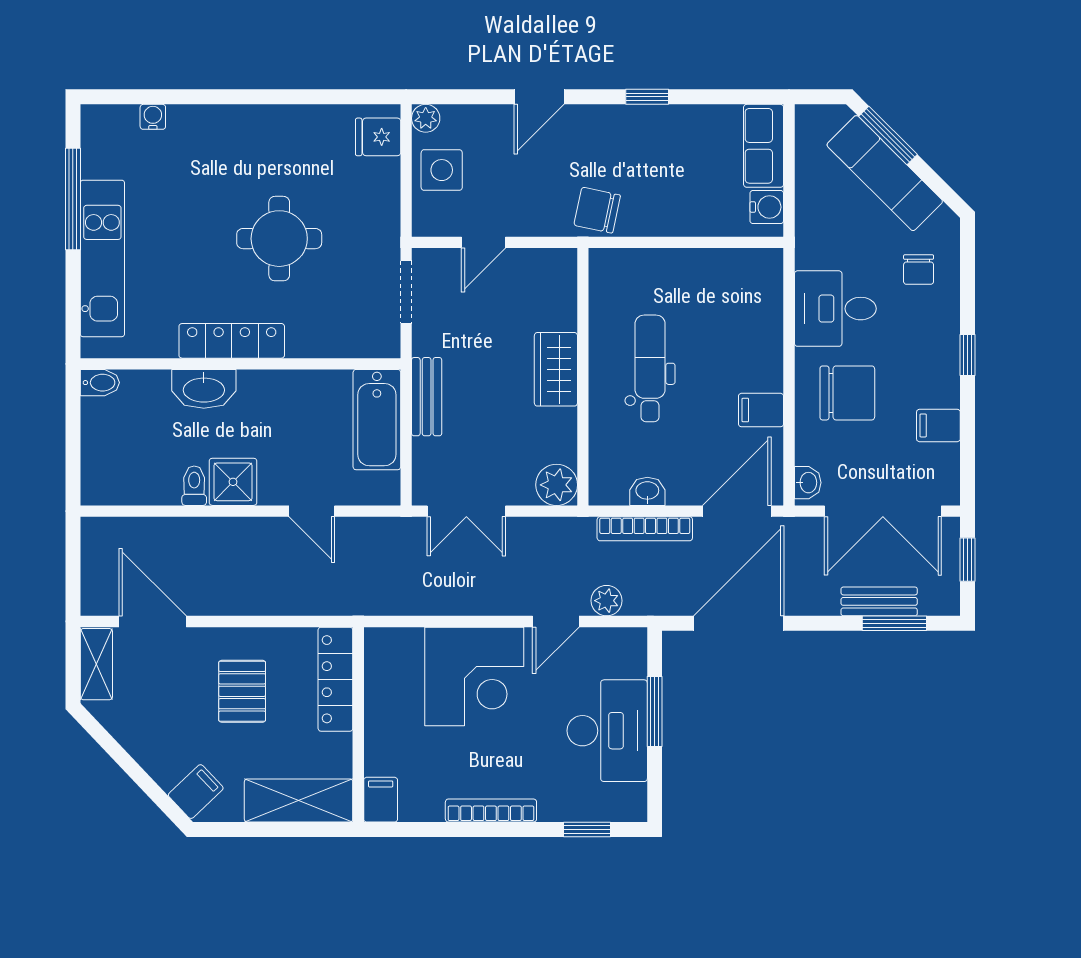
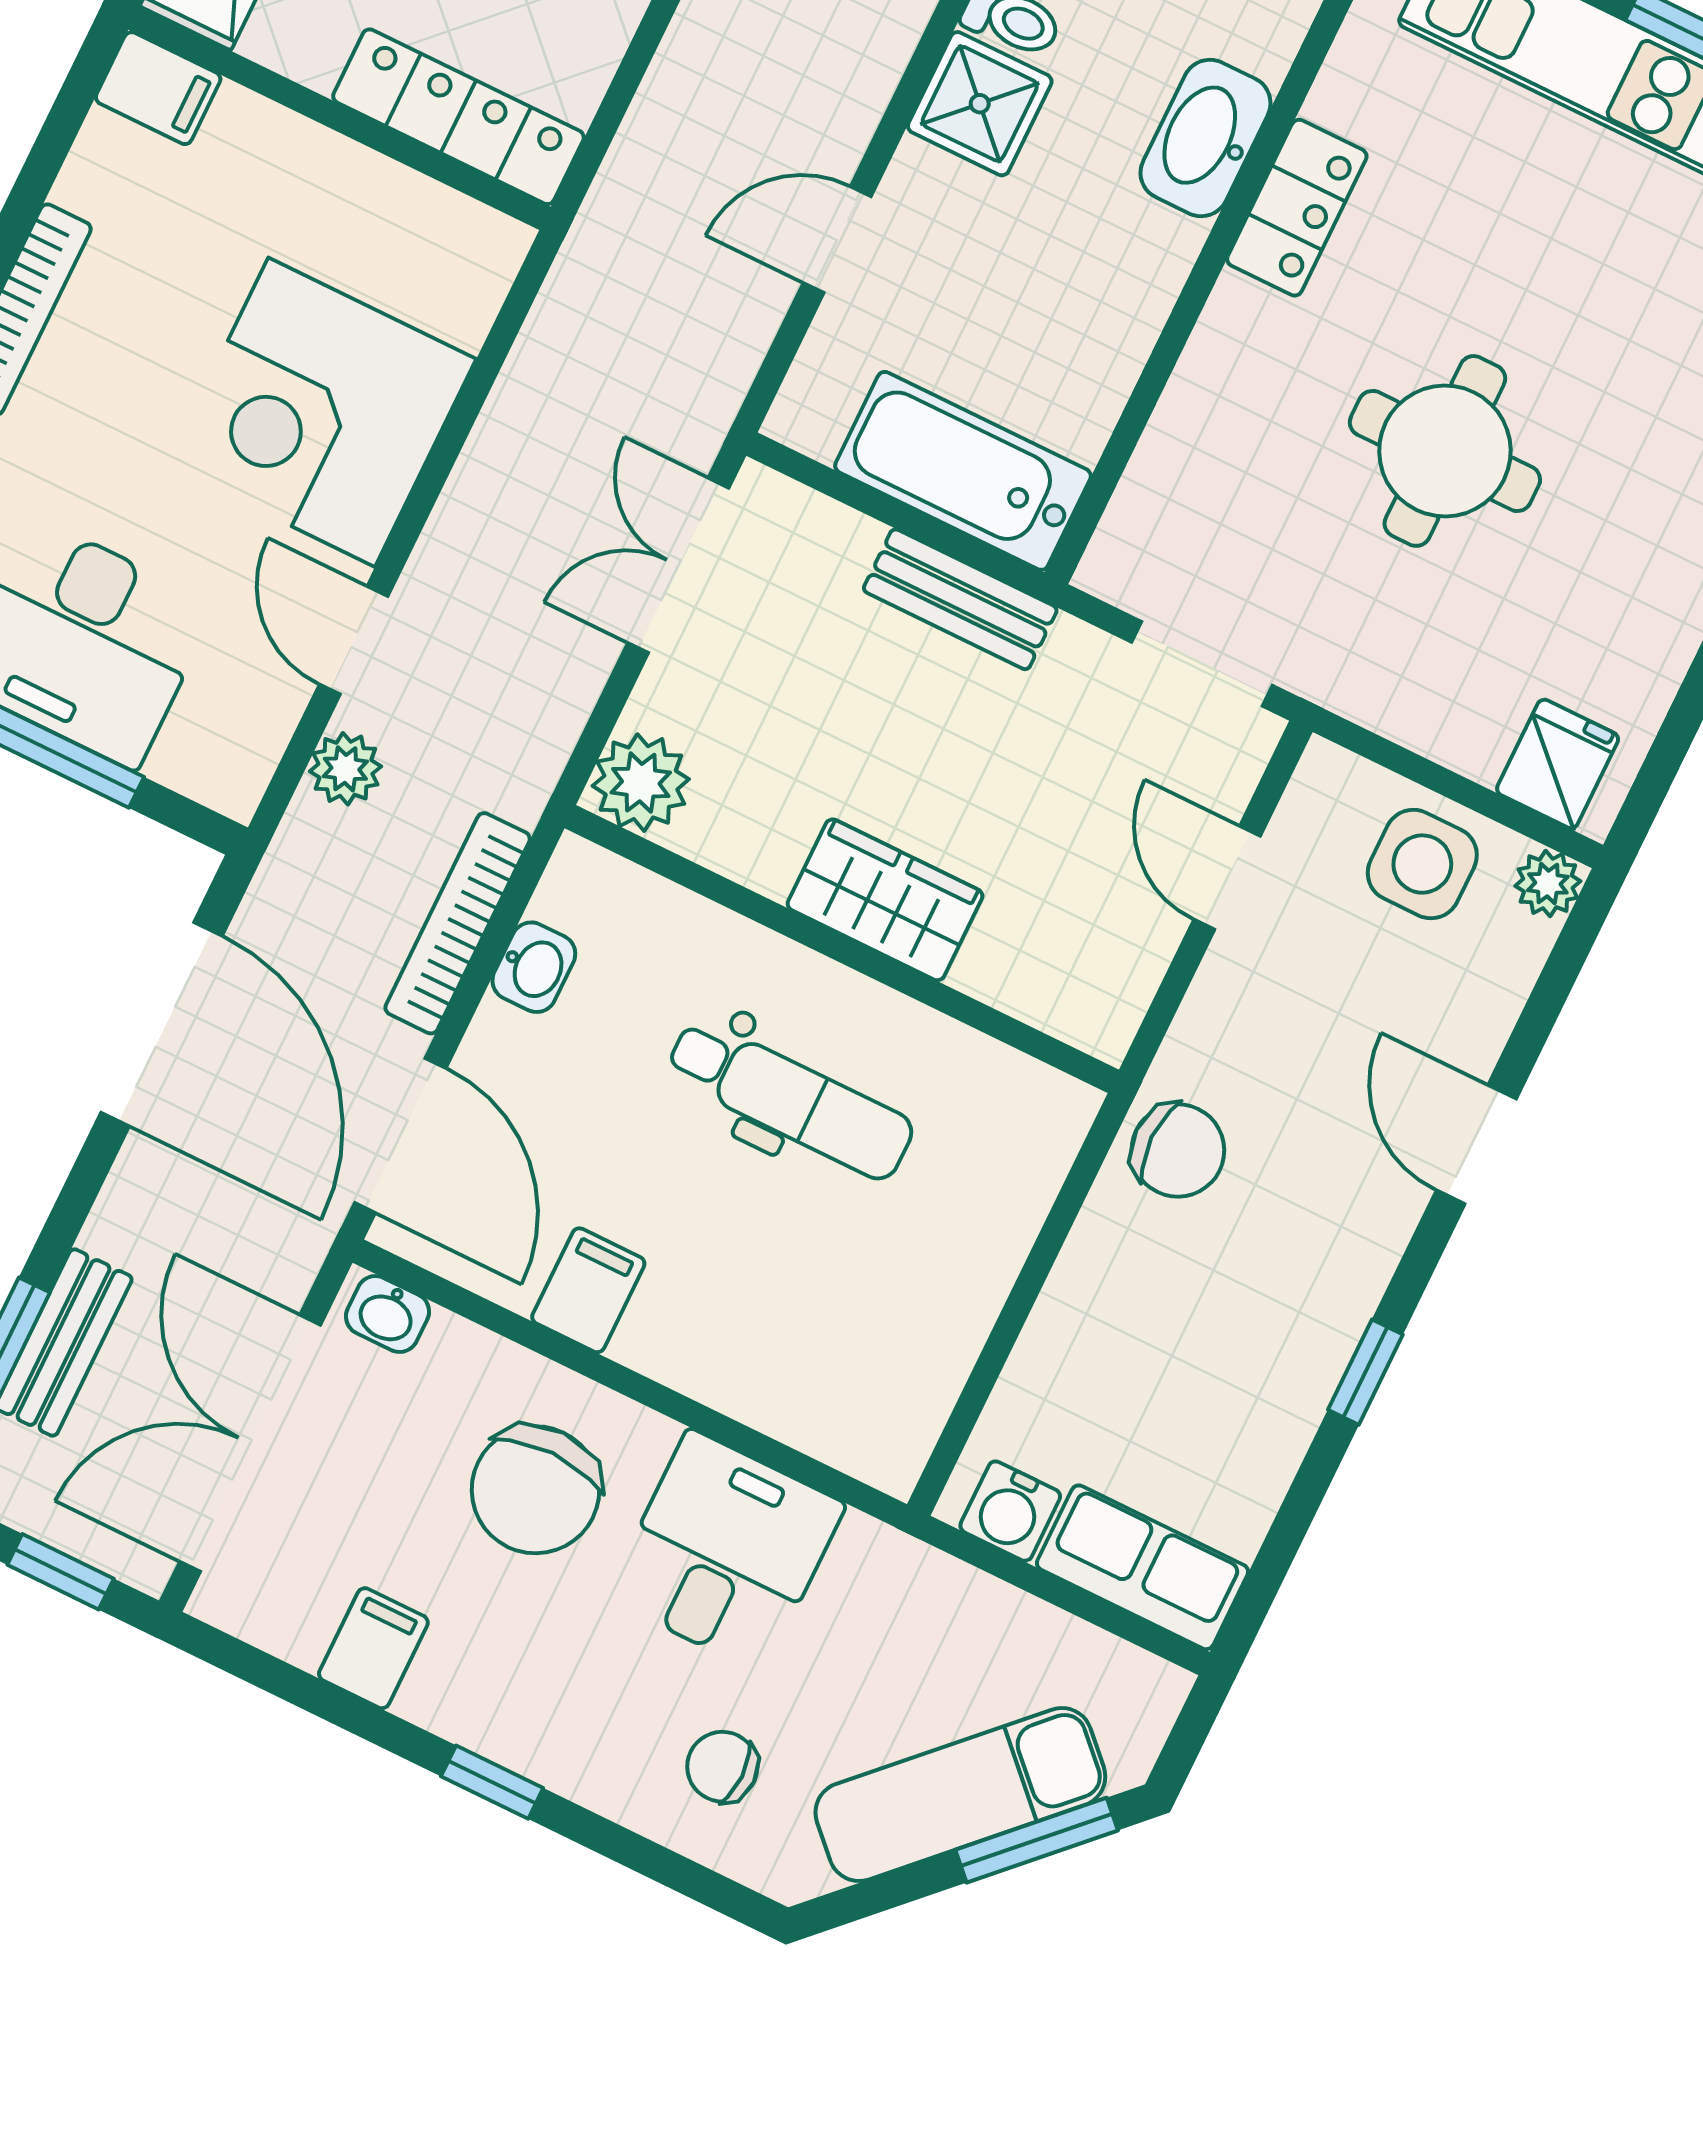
chair: (597, 210) -> (1178, 1150), turned 78
locker: (232, 341) -> (1297, 208), width x0.66

